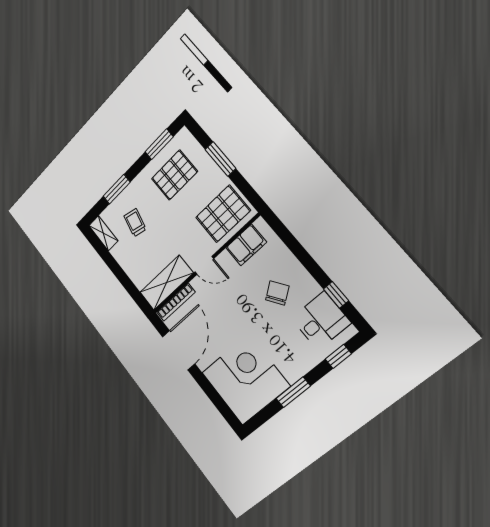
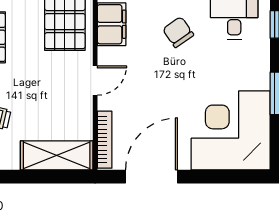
shelving: (166, 283) -> (57, 155), moved, turned 90
door: (179, 350) -> (152, 177), hinge flipped

